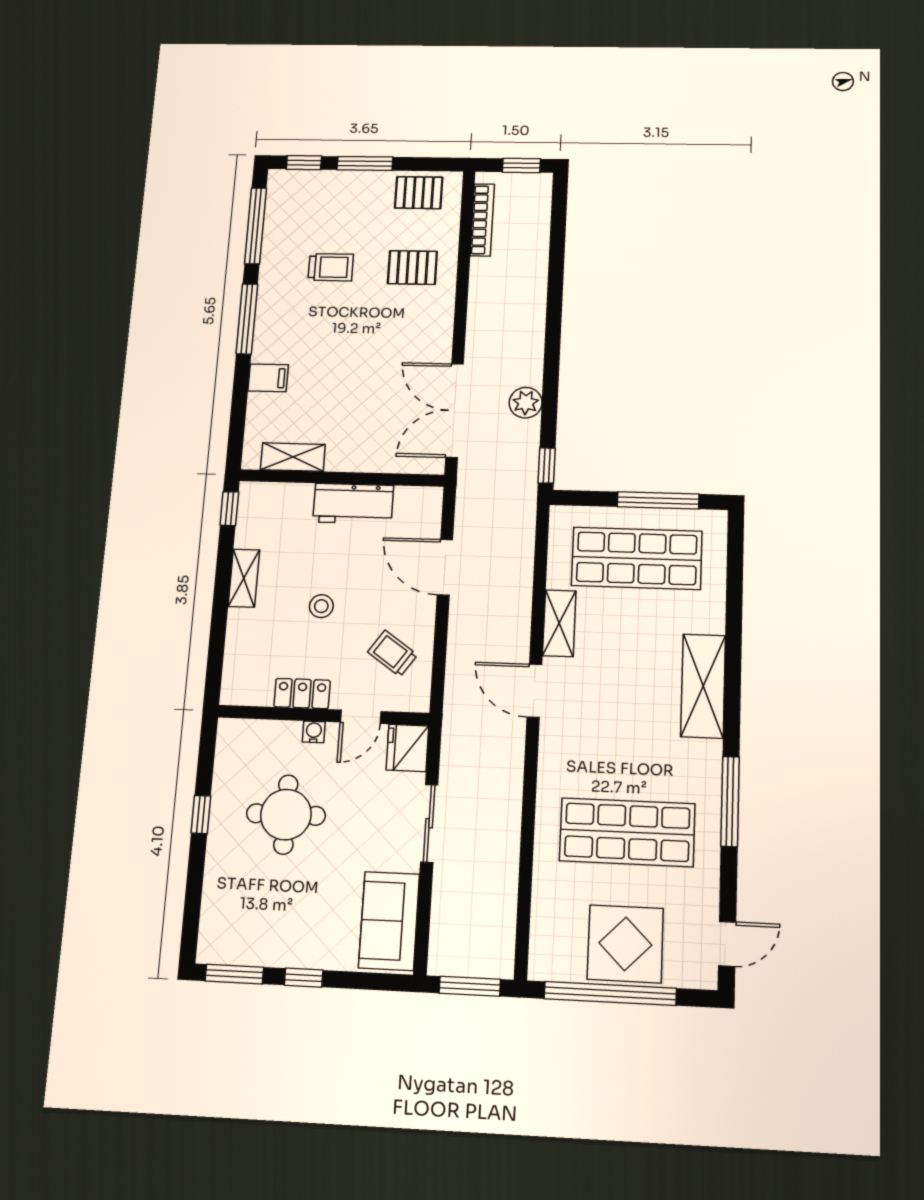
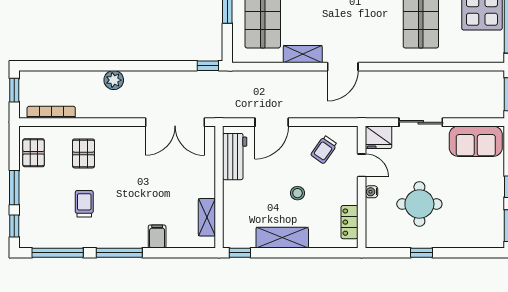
plant: (526, 403) -> (114, 80), moved
workbench: (353, 504) -> (235, 157), moved
shelving: (244, 578) -> (282, 238), width x1.50, depth x1.33
locker: (302, 694) -> (350, 222), moved

